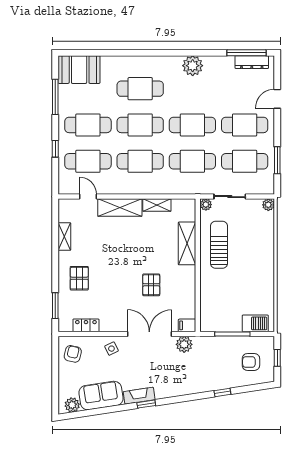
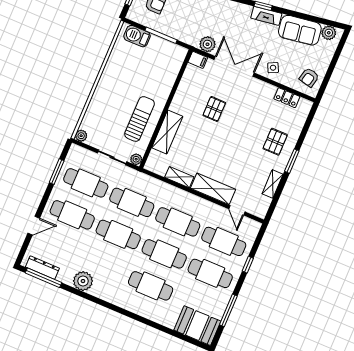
plant: (193, 66) -> (83, 281), moved
sun lounger: (219, 245) -> (140, 119), turned 180
window: (55, 306) -> (292, 161), moved
double door: (149, 334) -> (234, 66), swing flipped

